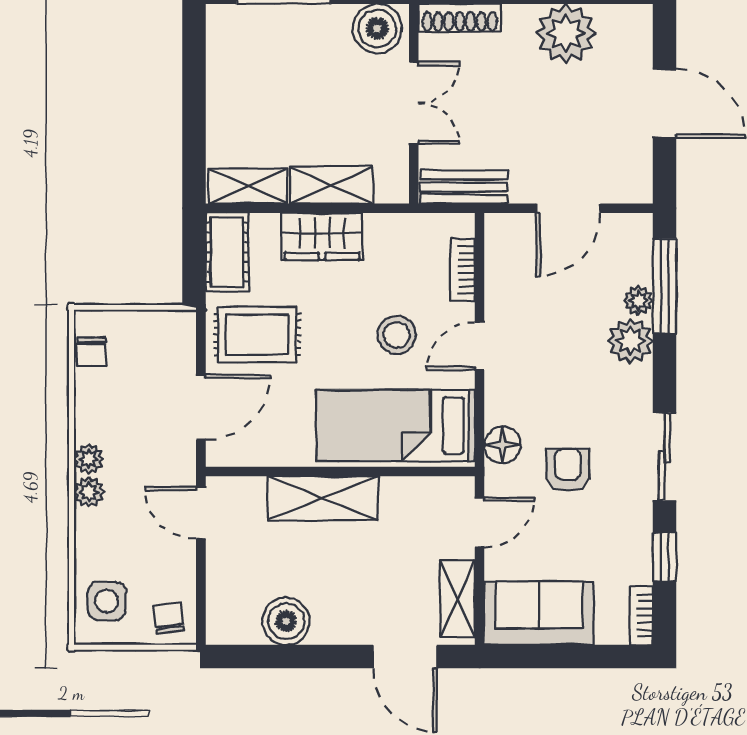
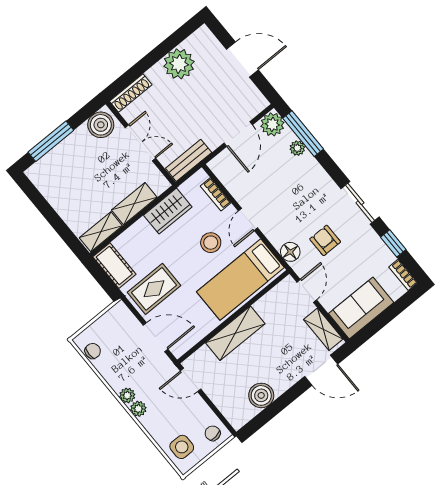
wardrobe: (322, 236) -> (168, 211), moved
plant: (630, 341) -> (272, 124), moved
chair: (92, 352) -> (93, 351), turned -90
door: (201, 407) -> (155, 337), hinge flipped

